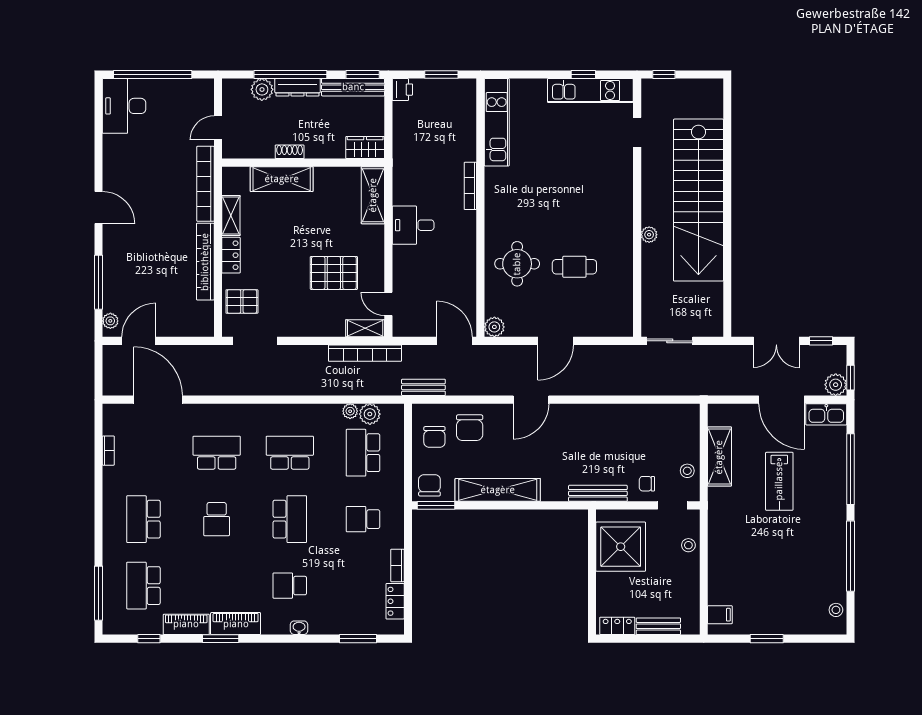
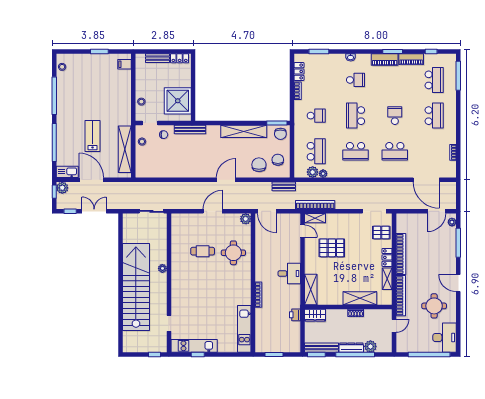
printer: (402, 90) -> (295, 315), moved
round table: (144, 165) -> (434, 306), added
shelving: (719, 457) -> (125, 149), width x1.47

